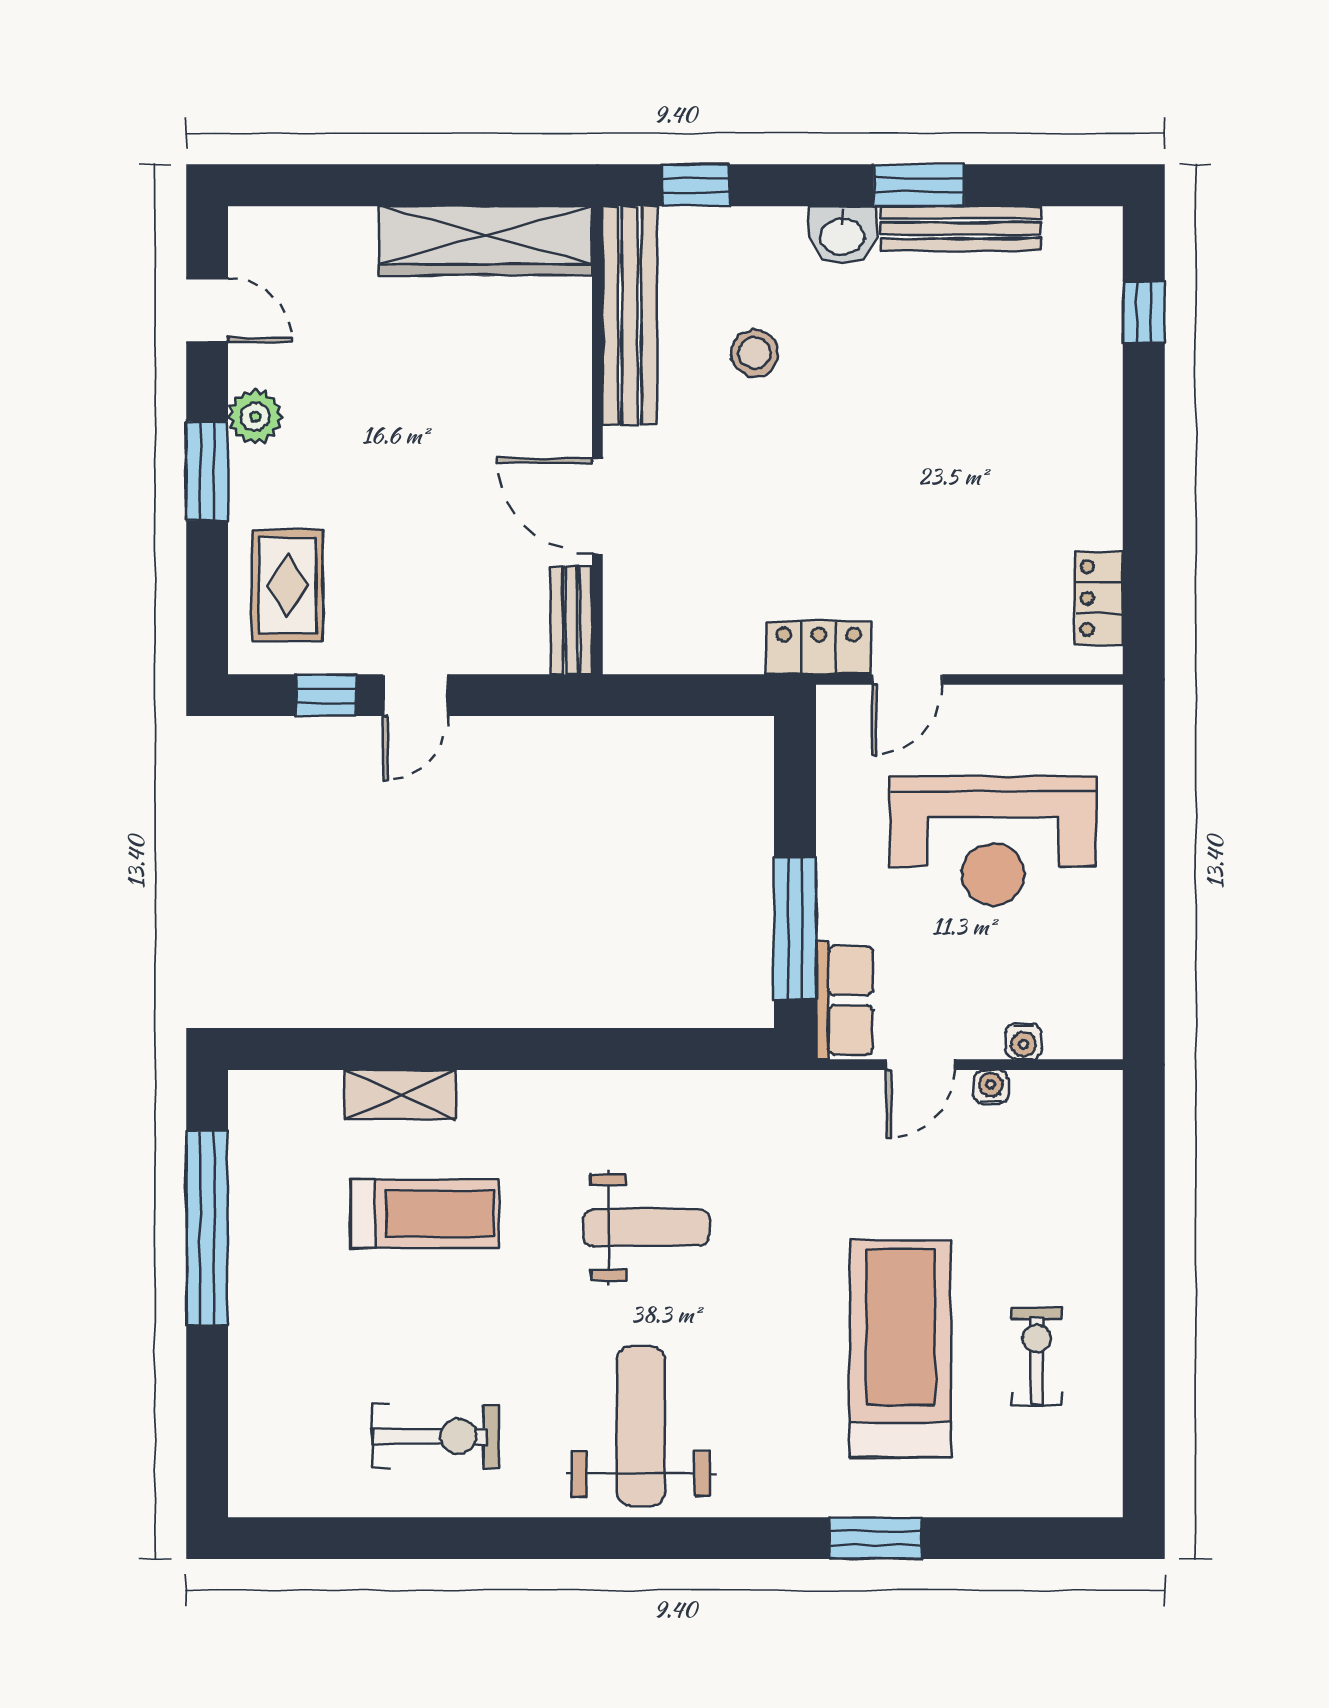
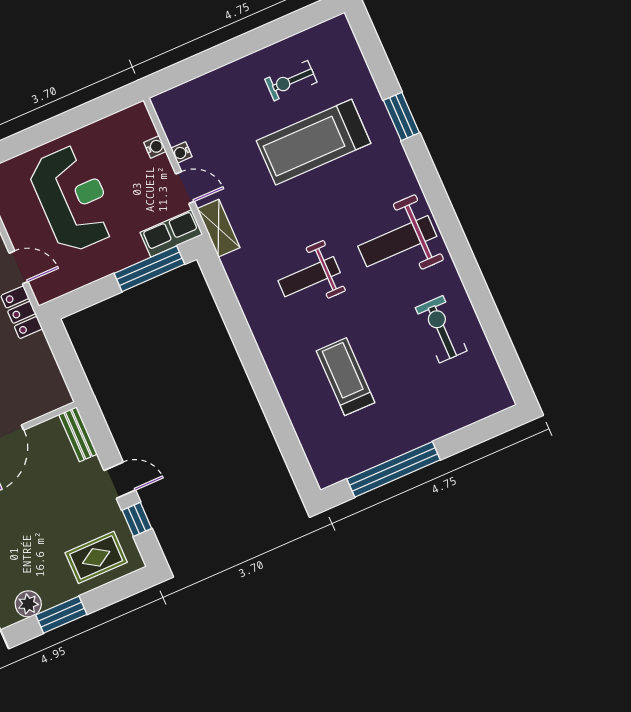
bench: (571, 620) -> (78, 434), moved, turned 90
shelving: (400, 1095) -> (218, 228), moved
weight bench: (647, 1228) -> (309, 277), turned -90

